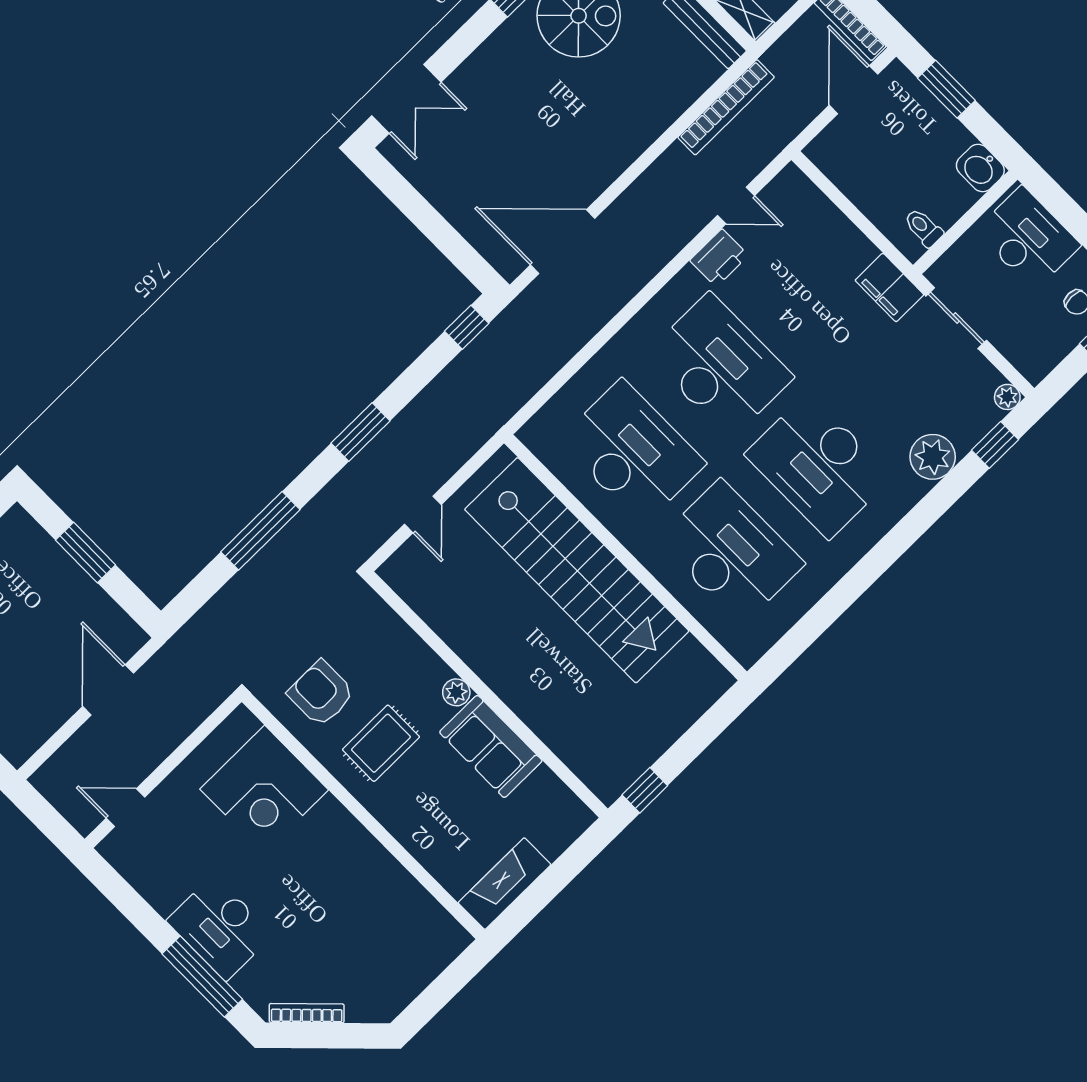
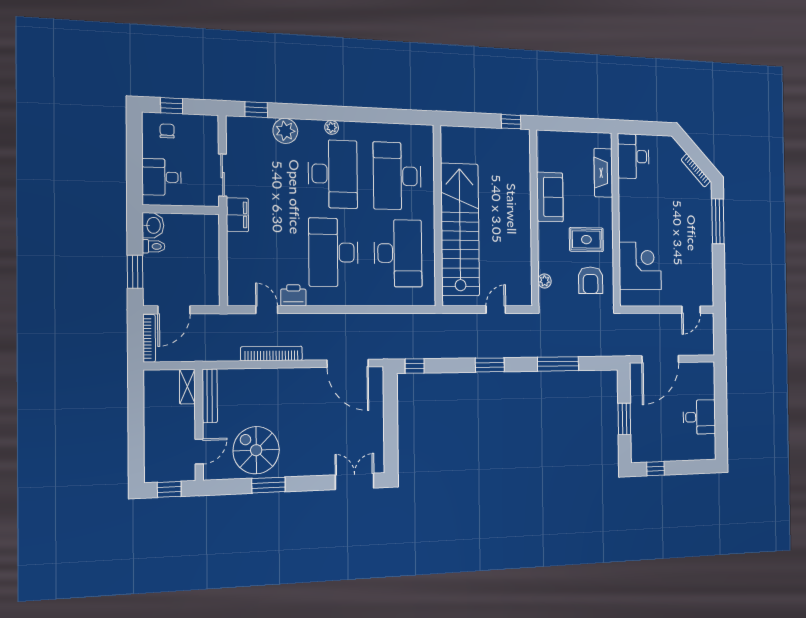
bookcase: (726, 107) -> (272, 354), moved
toilet: (923, 228) -> (154, 246), moved, turned -90
desk: (1028, 238) -> (162, 177), width x0.73
plant: (1007, 397) -> (332, 127), moved
desk: (632, 452) -> (398, 253), turned 180
door: (108, 690) -> (660, 359), width x1.36
plant: (456, 692) -> (545, 281), moved
door: (125, 808) -> (691, 310), hinge flipped
fireplace: (505, 884) -> (603, 173), moved, turned 90
desk: (220, 928) -> (633, 156), moved, turned 180

